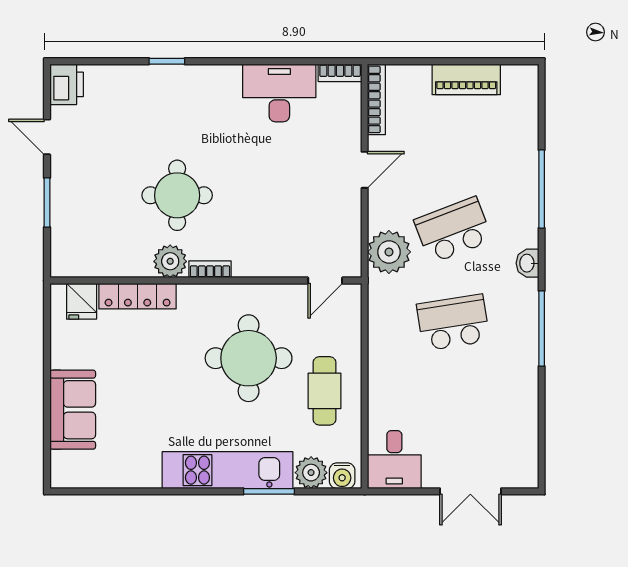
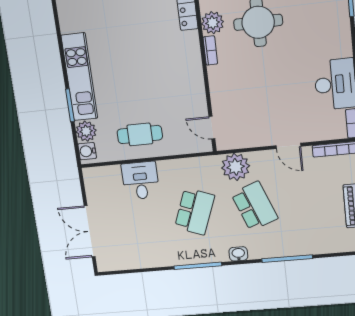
school desk: (453, 323) -> (195, 211), turned 30
round table: (249, 358) -> (154, 83), removed
desk: (394, 460) -> (140, 181), moved, turned 90
double door: (470, 491) -> (90, 231), width x1.37

